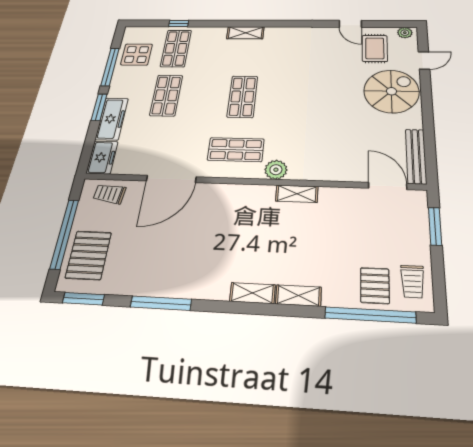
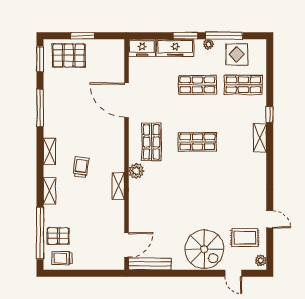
window: (179, 23) -> (270, 115), moved
door: (350, 24) -> (270, 219), swing flipped
plant: (117, 83) -> (208, 44), added
trolley: (109, 194) -> (81, 167), moved
window: (435, 226) -> (99, 273), removed
window: (64, 234) -> (83, 36), width x0.47
shelving: (252, 293) -> (49, 151), moved

